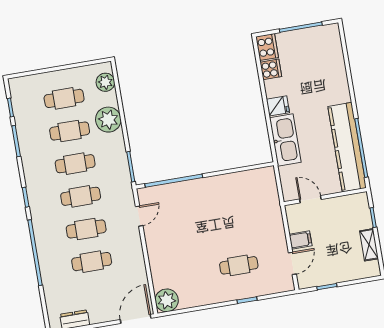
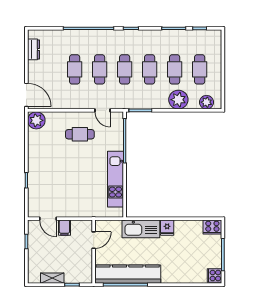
cooker: (271, 69) -> (214, 276), moved, turned 90
kitchen unit: (226, 184) -> (115, 179), added
cafe table: (239, 265) -> (80, 134), moved, turned 90

